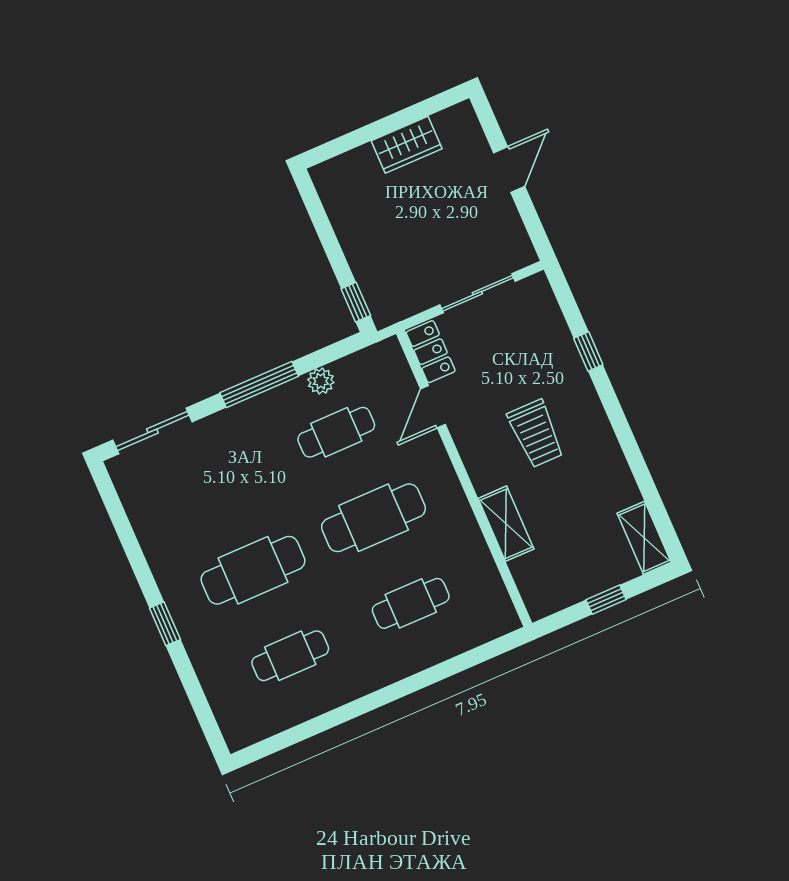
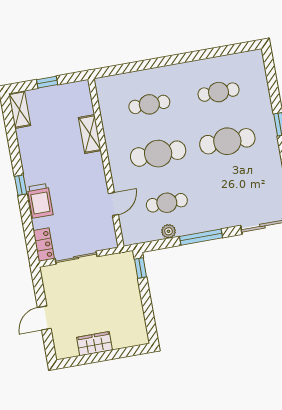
locker: (431, 352) -> (44, 245), moved, turned 180
window: (588, 352) -> (21, 185), moved
trolley: (536, 434) -> (40, 201), moved, turned 180

